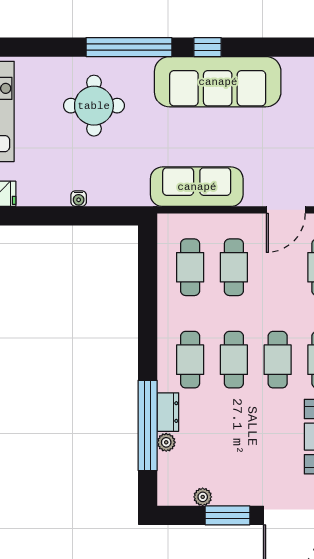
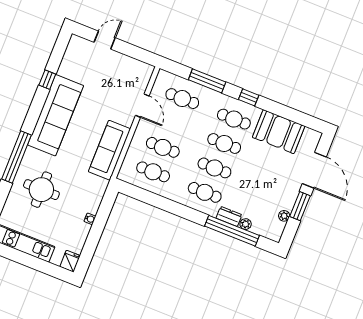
window: (208, 47) -> (47, 80), moved

